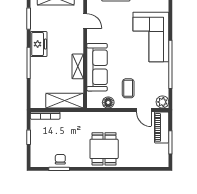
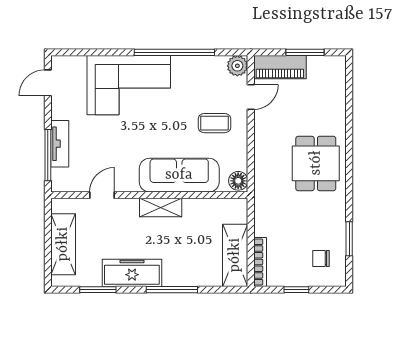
freezer: (39, 44) -> (132, 273), width x1.40
shelving: (78, 66) -> (161, 208), moved
shelving: (65, 101) -> (235, 255), moved
floor lamp: (108, 102) -> (238, 181), moved
dining table: (104, 149) -> (316, 163), turned 90
chair: (60, 159) -> (321, 259), moved

